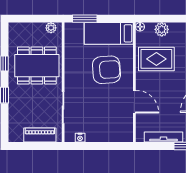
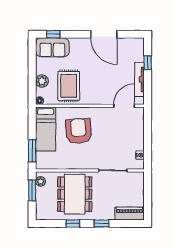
window: (41, 19) -> (32, 190), added
door: (134, 102) -> (124, 106), moved
piano: (40, 135) -> (130, 214), moved, turned 90

